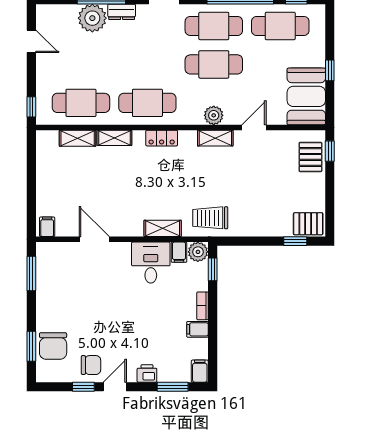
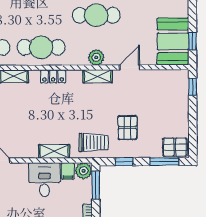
window: (330, 70) -> (192, 41), moved
pallet: (310, 157) -> (127, 128), moved
trolley: (210, 218) -> (94, 142), turned 180
window: (247, 241) -> (124, 162), added
window: (295, 241) -> (164, 162), width x1.50
window: (213, 269) -> (96, 185), width x1.50

